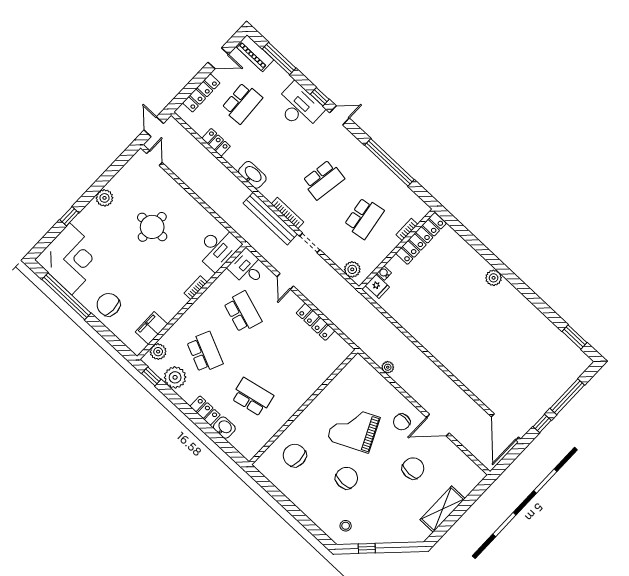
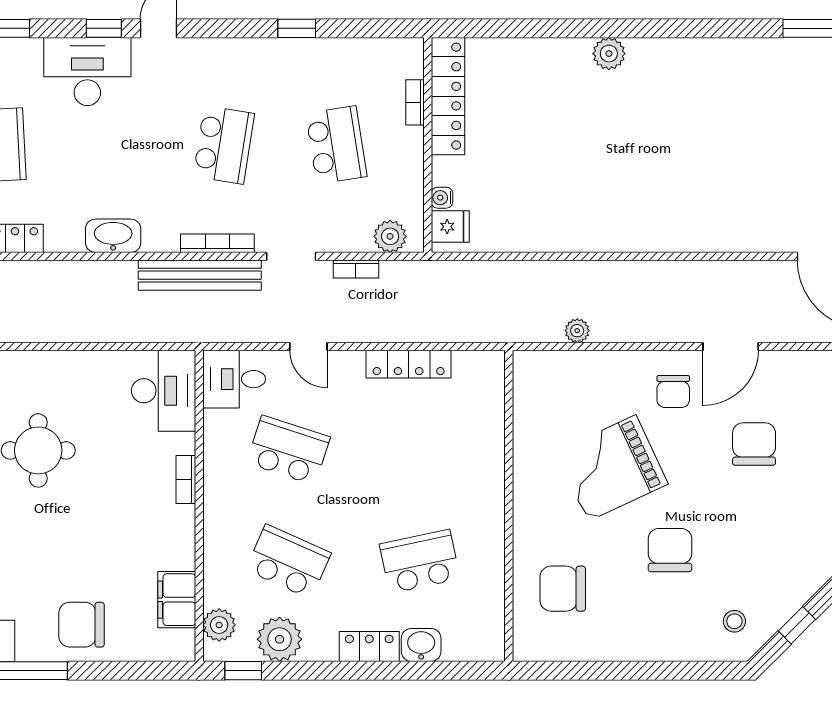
window: (389, 162) -> (297, 28), width x0.32
bookcase: (329, 270) -> (356, 269), added

